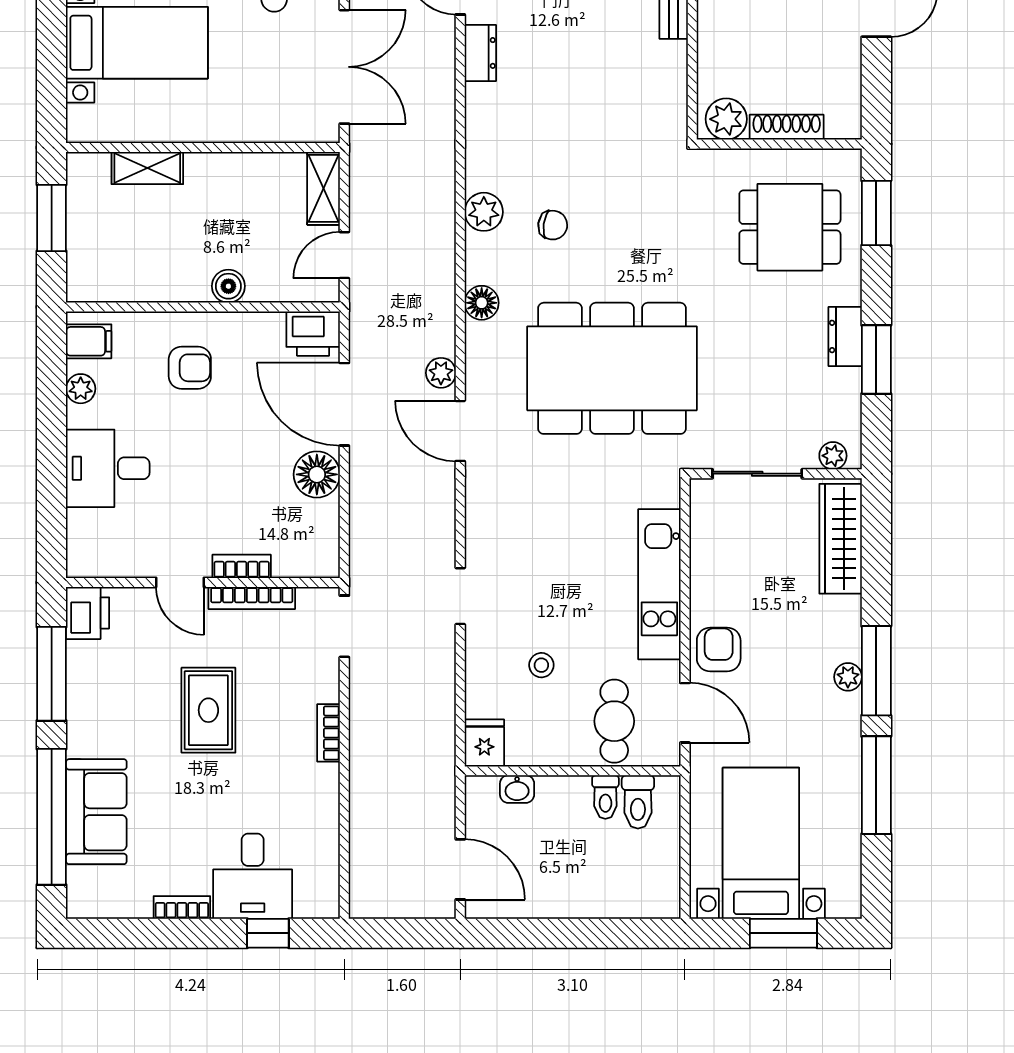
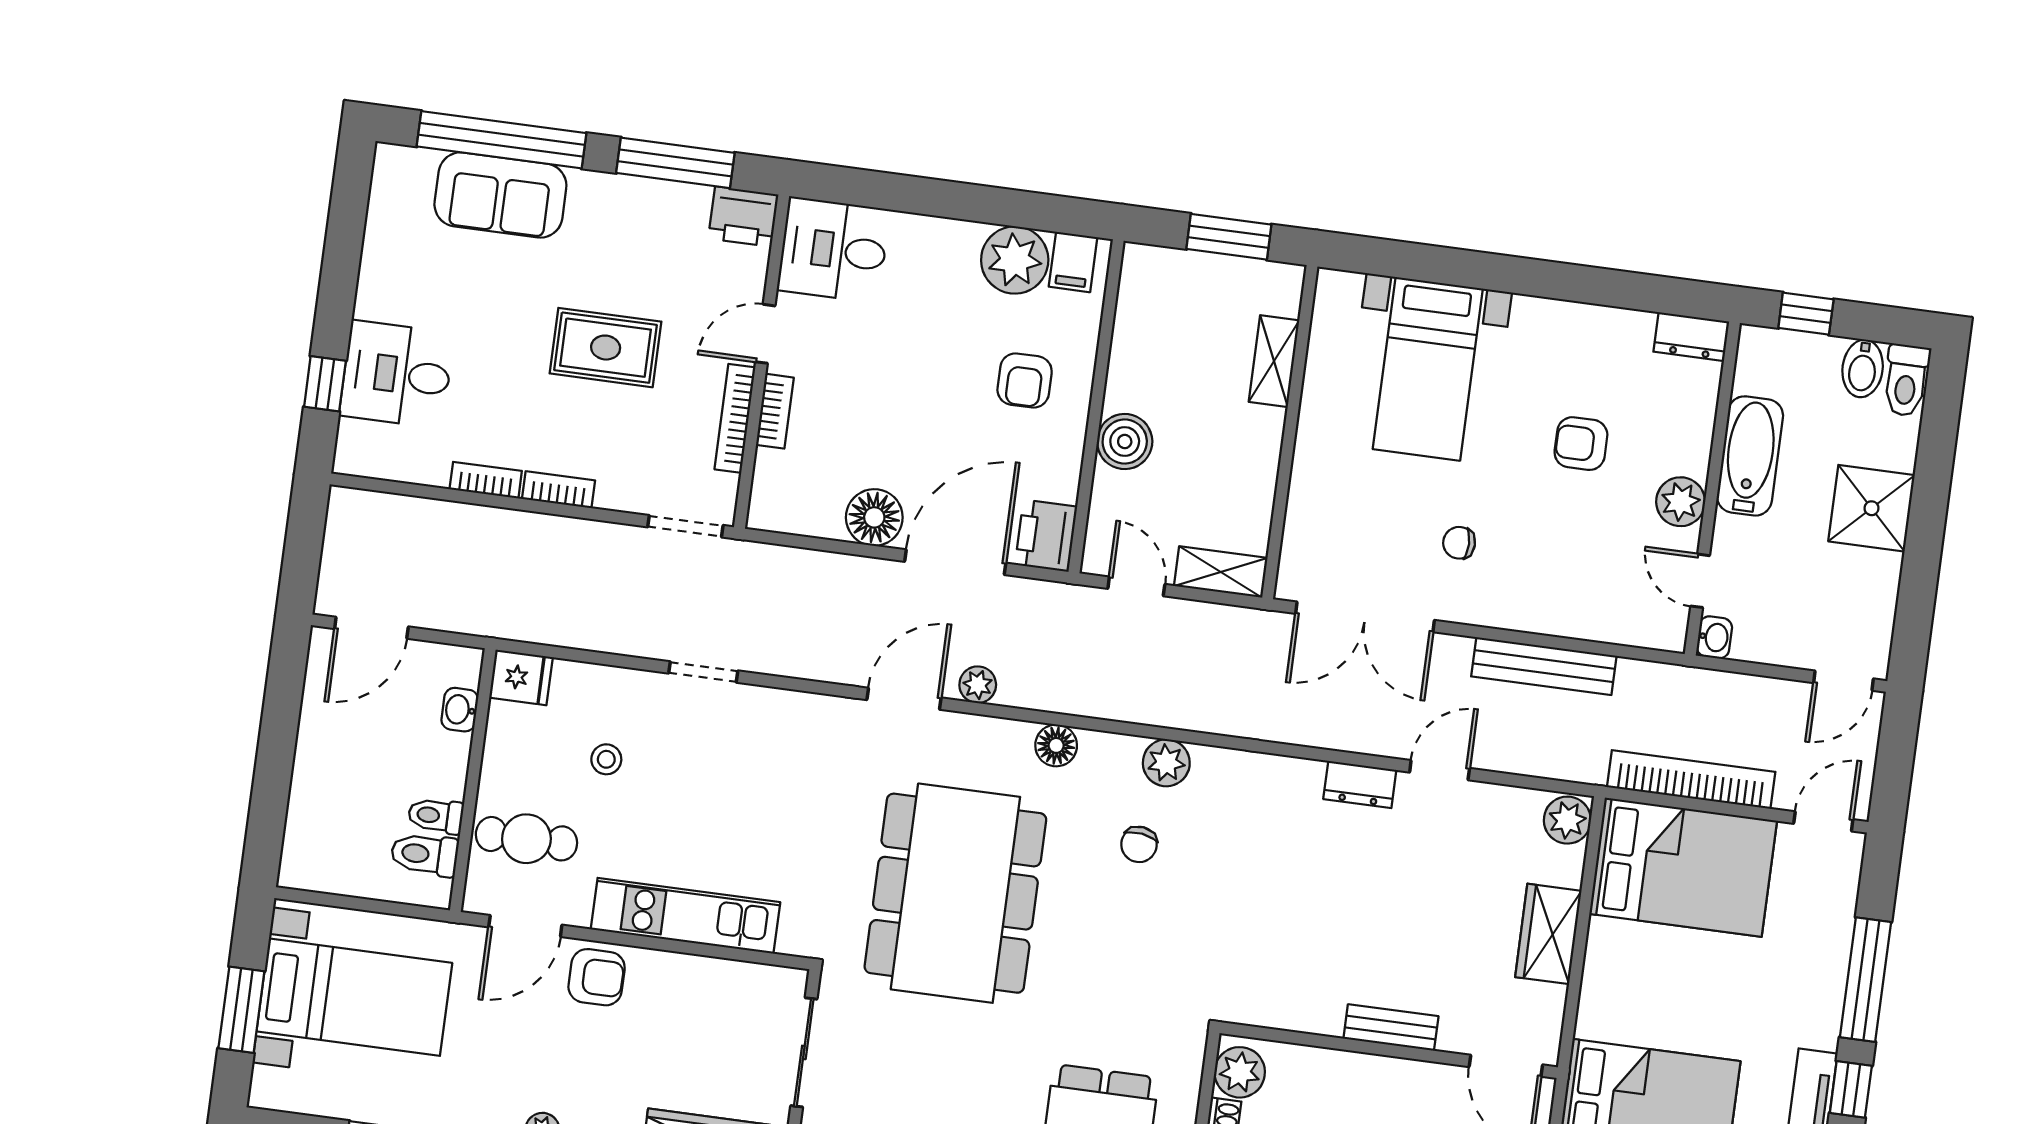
boiler: (228, 286) -> (1125, 442), width x1.36, depth x1.36
plant: (81, 389) -> (1015, 260), width x1.88, depth x1.88
desk: (108, 468) -> (834, 250), moved, turned -90
bookcase: (182, 907) -> (486, 480), moved, turned -90

